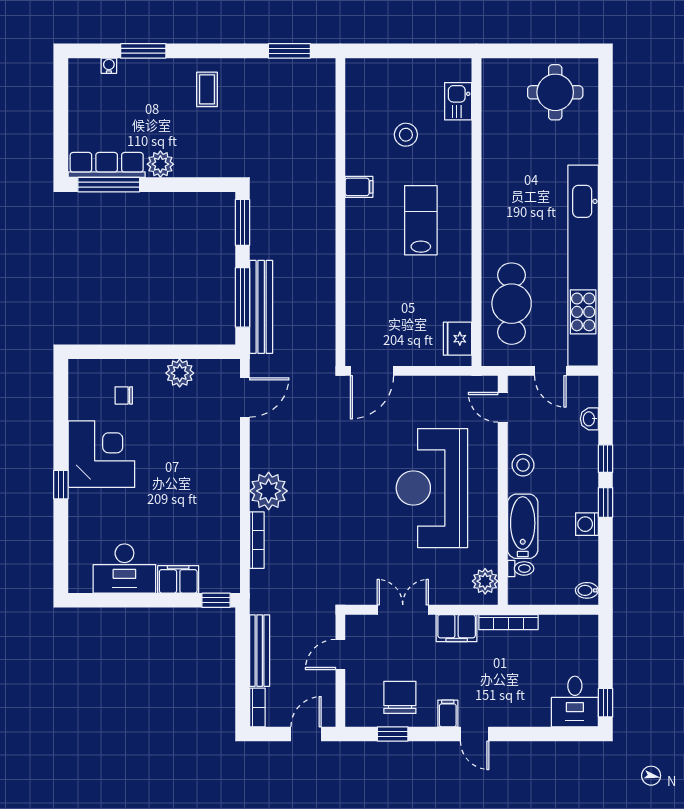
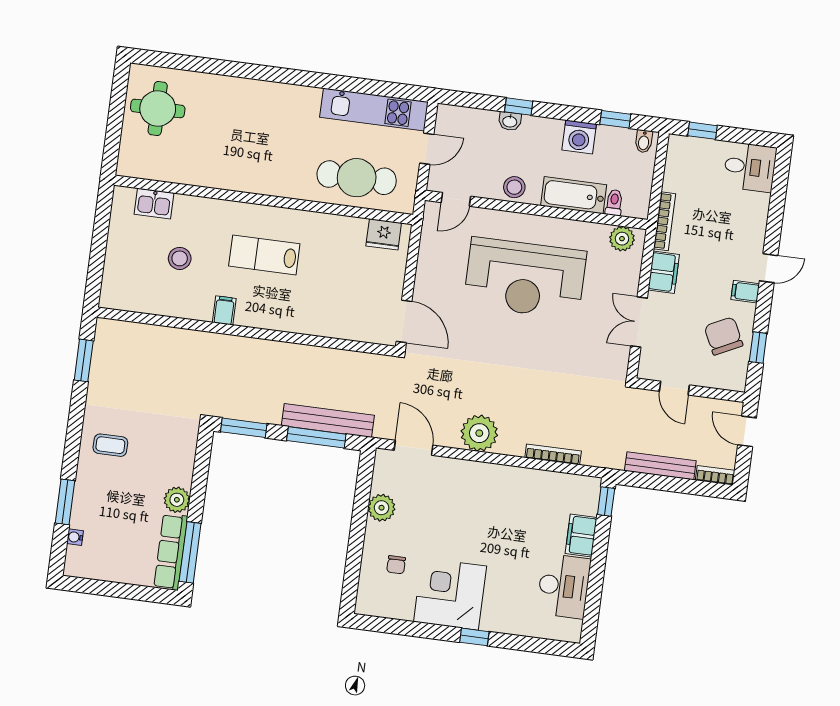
kitchen unit: (583, 266) -> (374, 109), width x0.54
washbasin: (589, 419) -> (510, 121), moved
plant: (269, 491) -> (479, 433), moved
window: (605, 502) -> (615, 119), moved
washing machine: (587, 524) -> (579, 137), width x1.38, depth x1.38
chair: (400, 697) -> (724, 336), turned 64
window: (605, 703) -> (702, 131), moved

